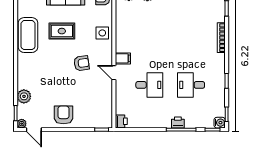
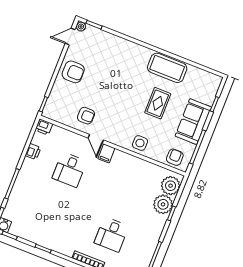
armchair: (82, 63) -> (86, 116), moved, turned -82
door: (114, 73) -> (96, 139), swing flipped
desk: (191, 85) -> (111, 234), moved, turned 180
plant: (24, 96) -> (107, 40), removed
printer: (178, 123) -> (33, 152), moved

